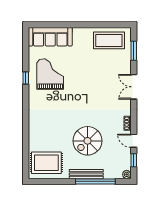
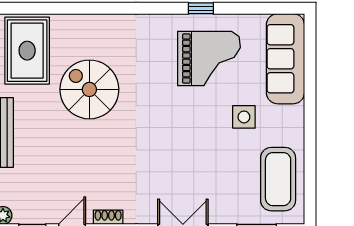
side table: (79, 57) -> (244, 117), added
spiral stairs: (88, 141) -> (89, 89), moved

